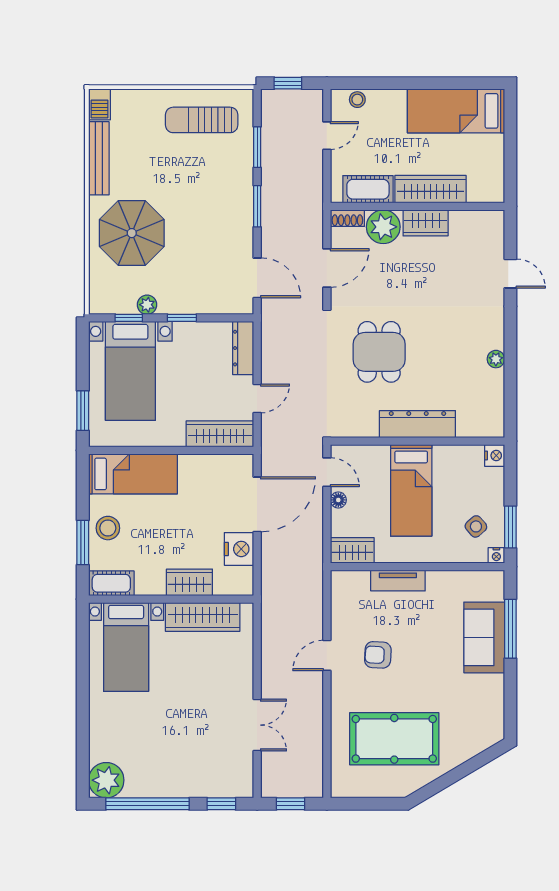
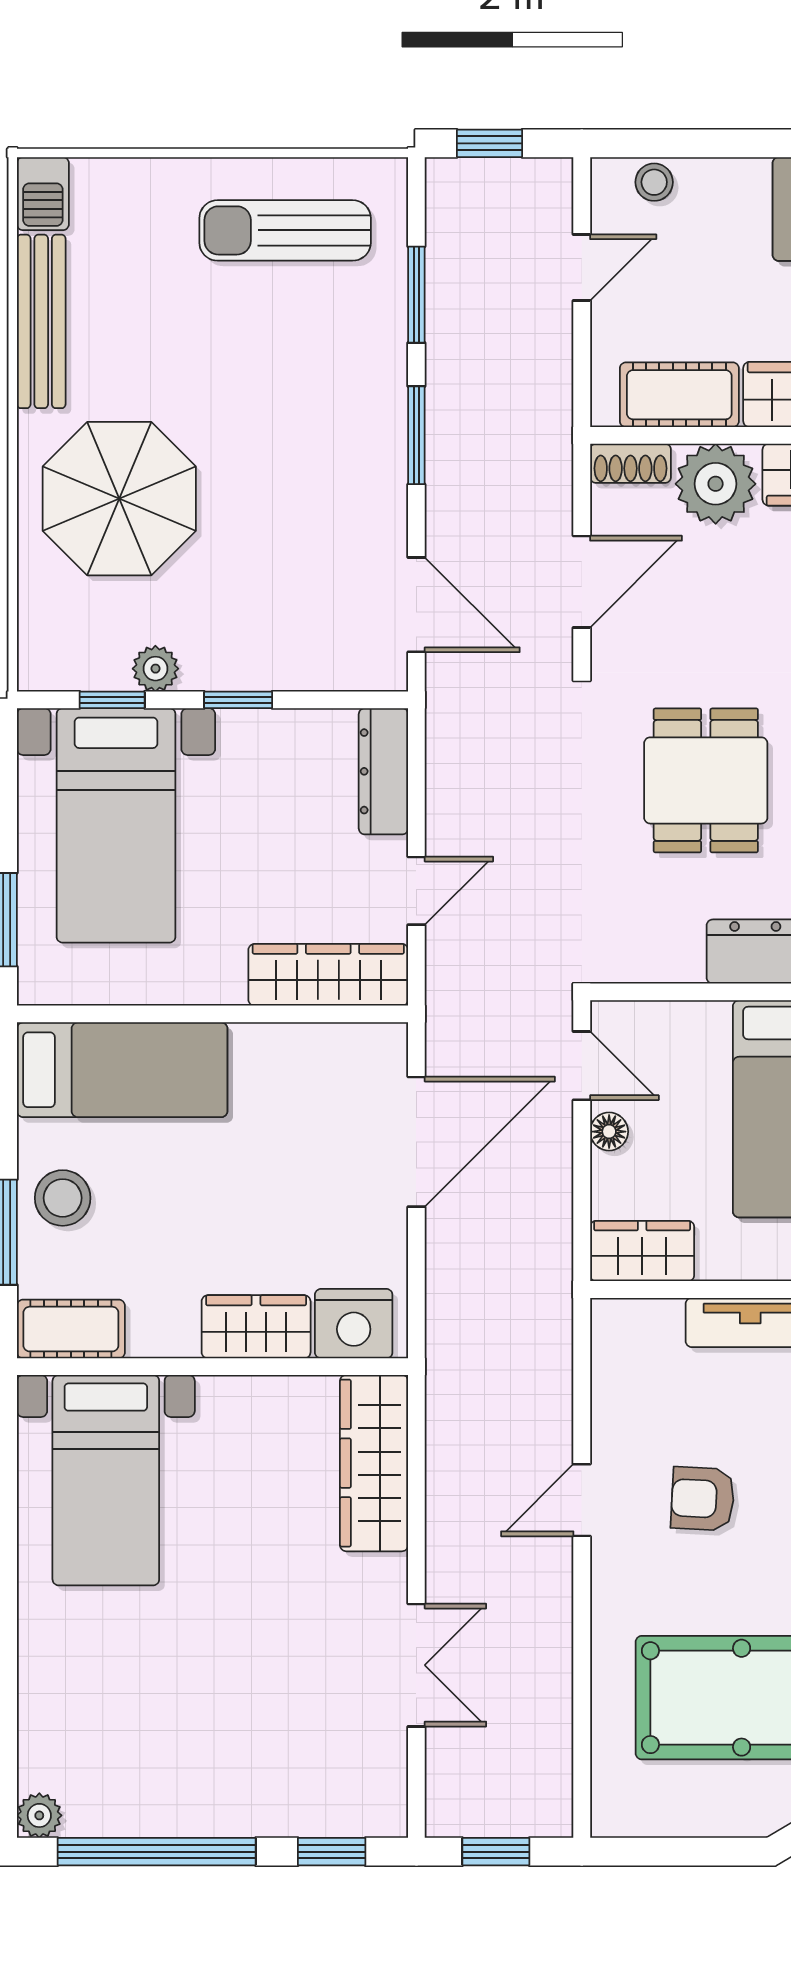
nightstand: (239, 549) -> (354, 1324), moved, turned 90
wardrobe: (203, 617) -> (374, 1463), moved, turned 90
plant: (106, 780) -> (39, 1815), width x0.53, depth x0.53

